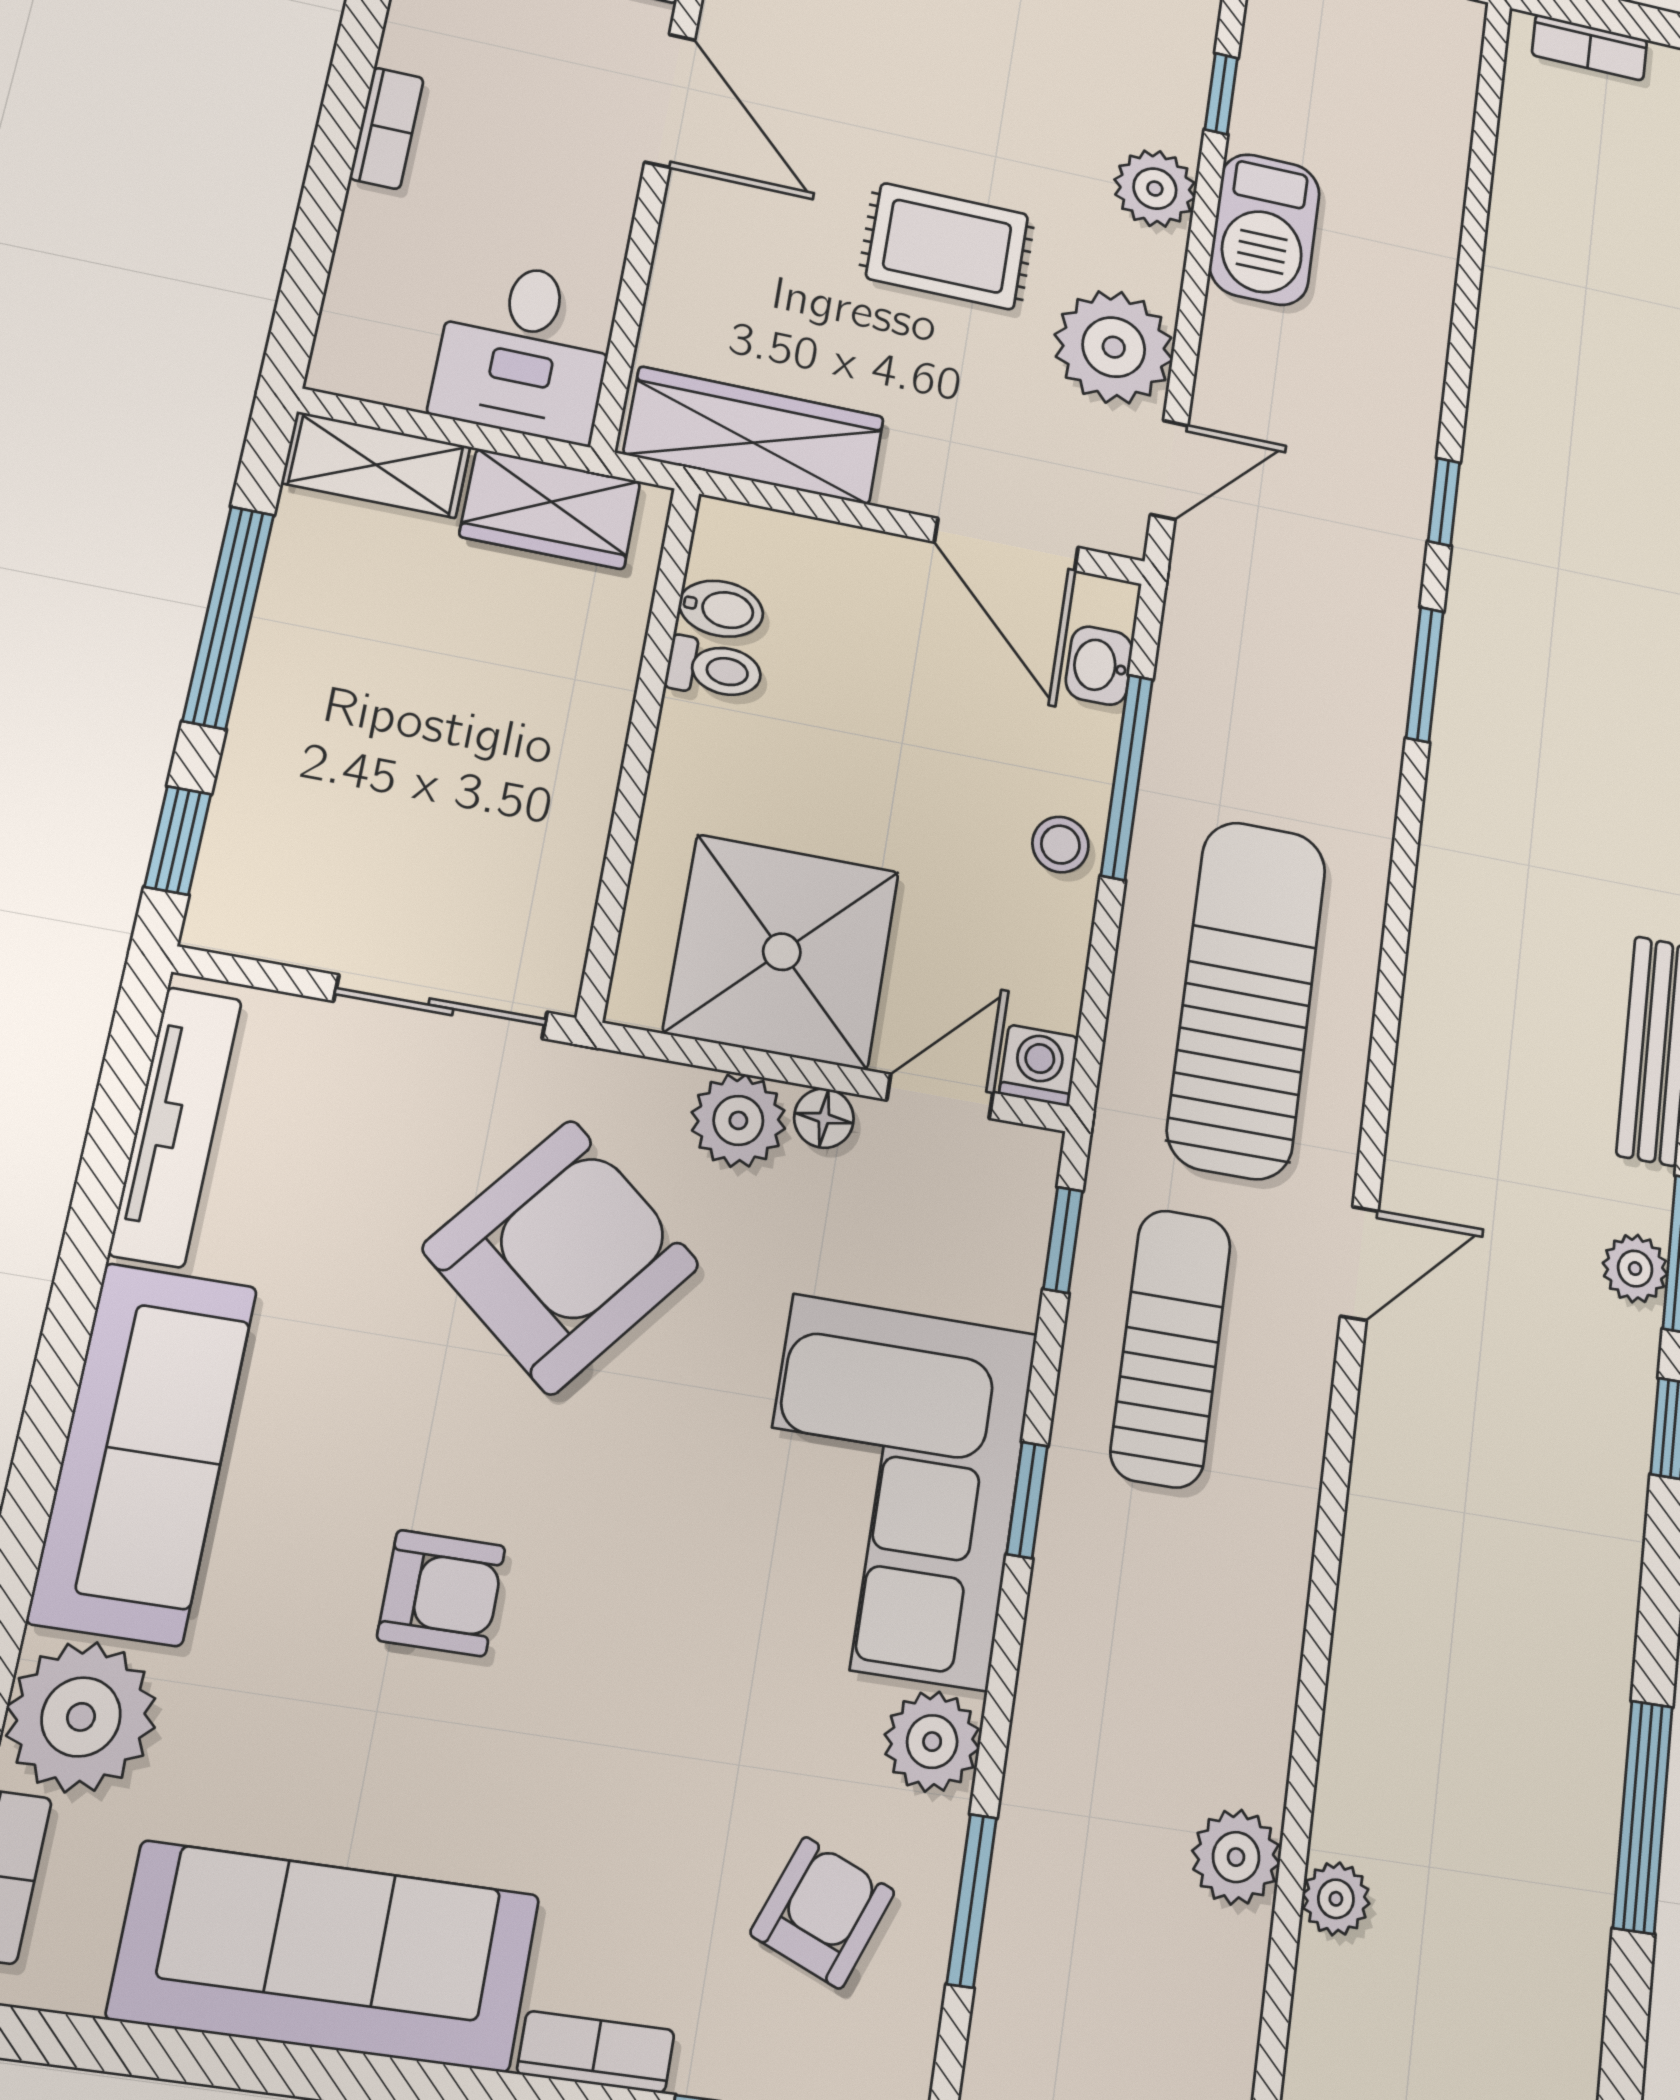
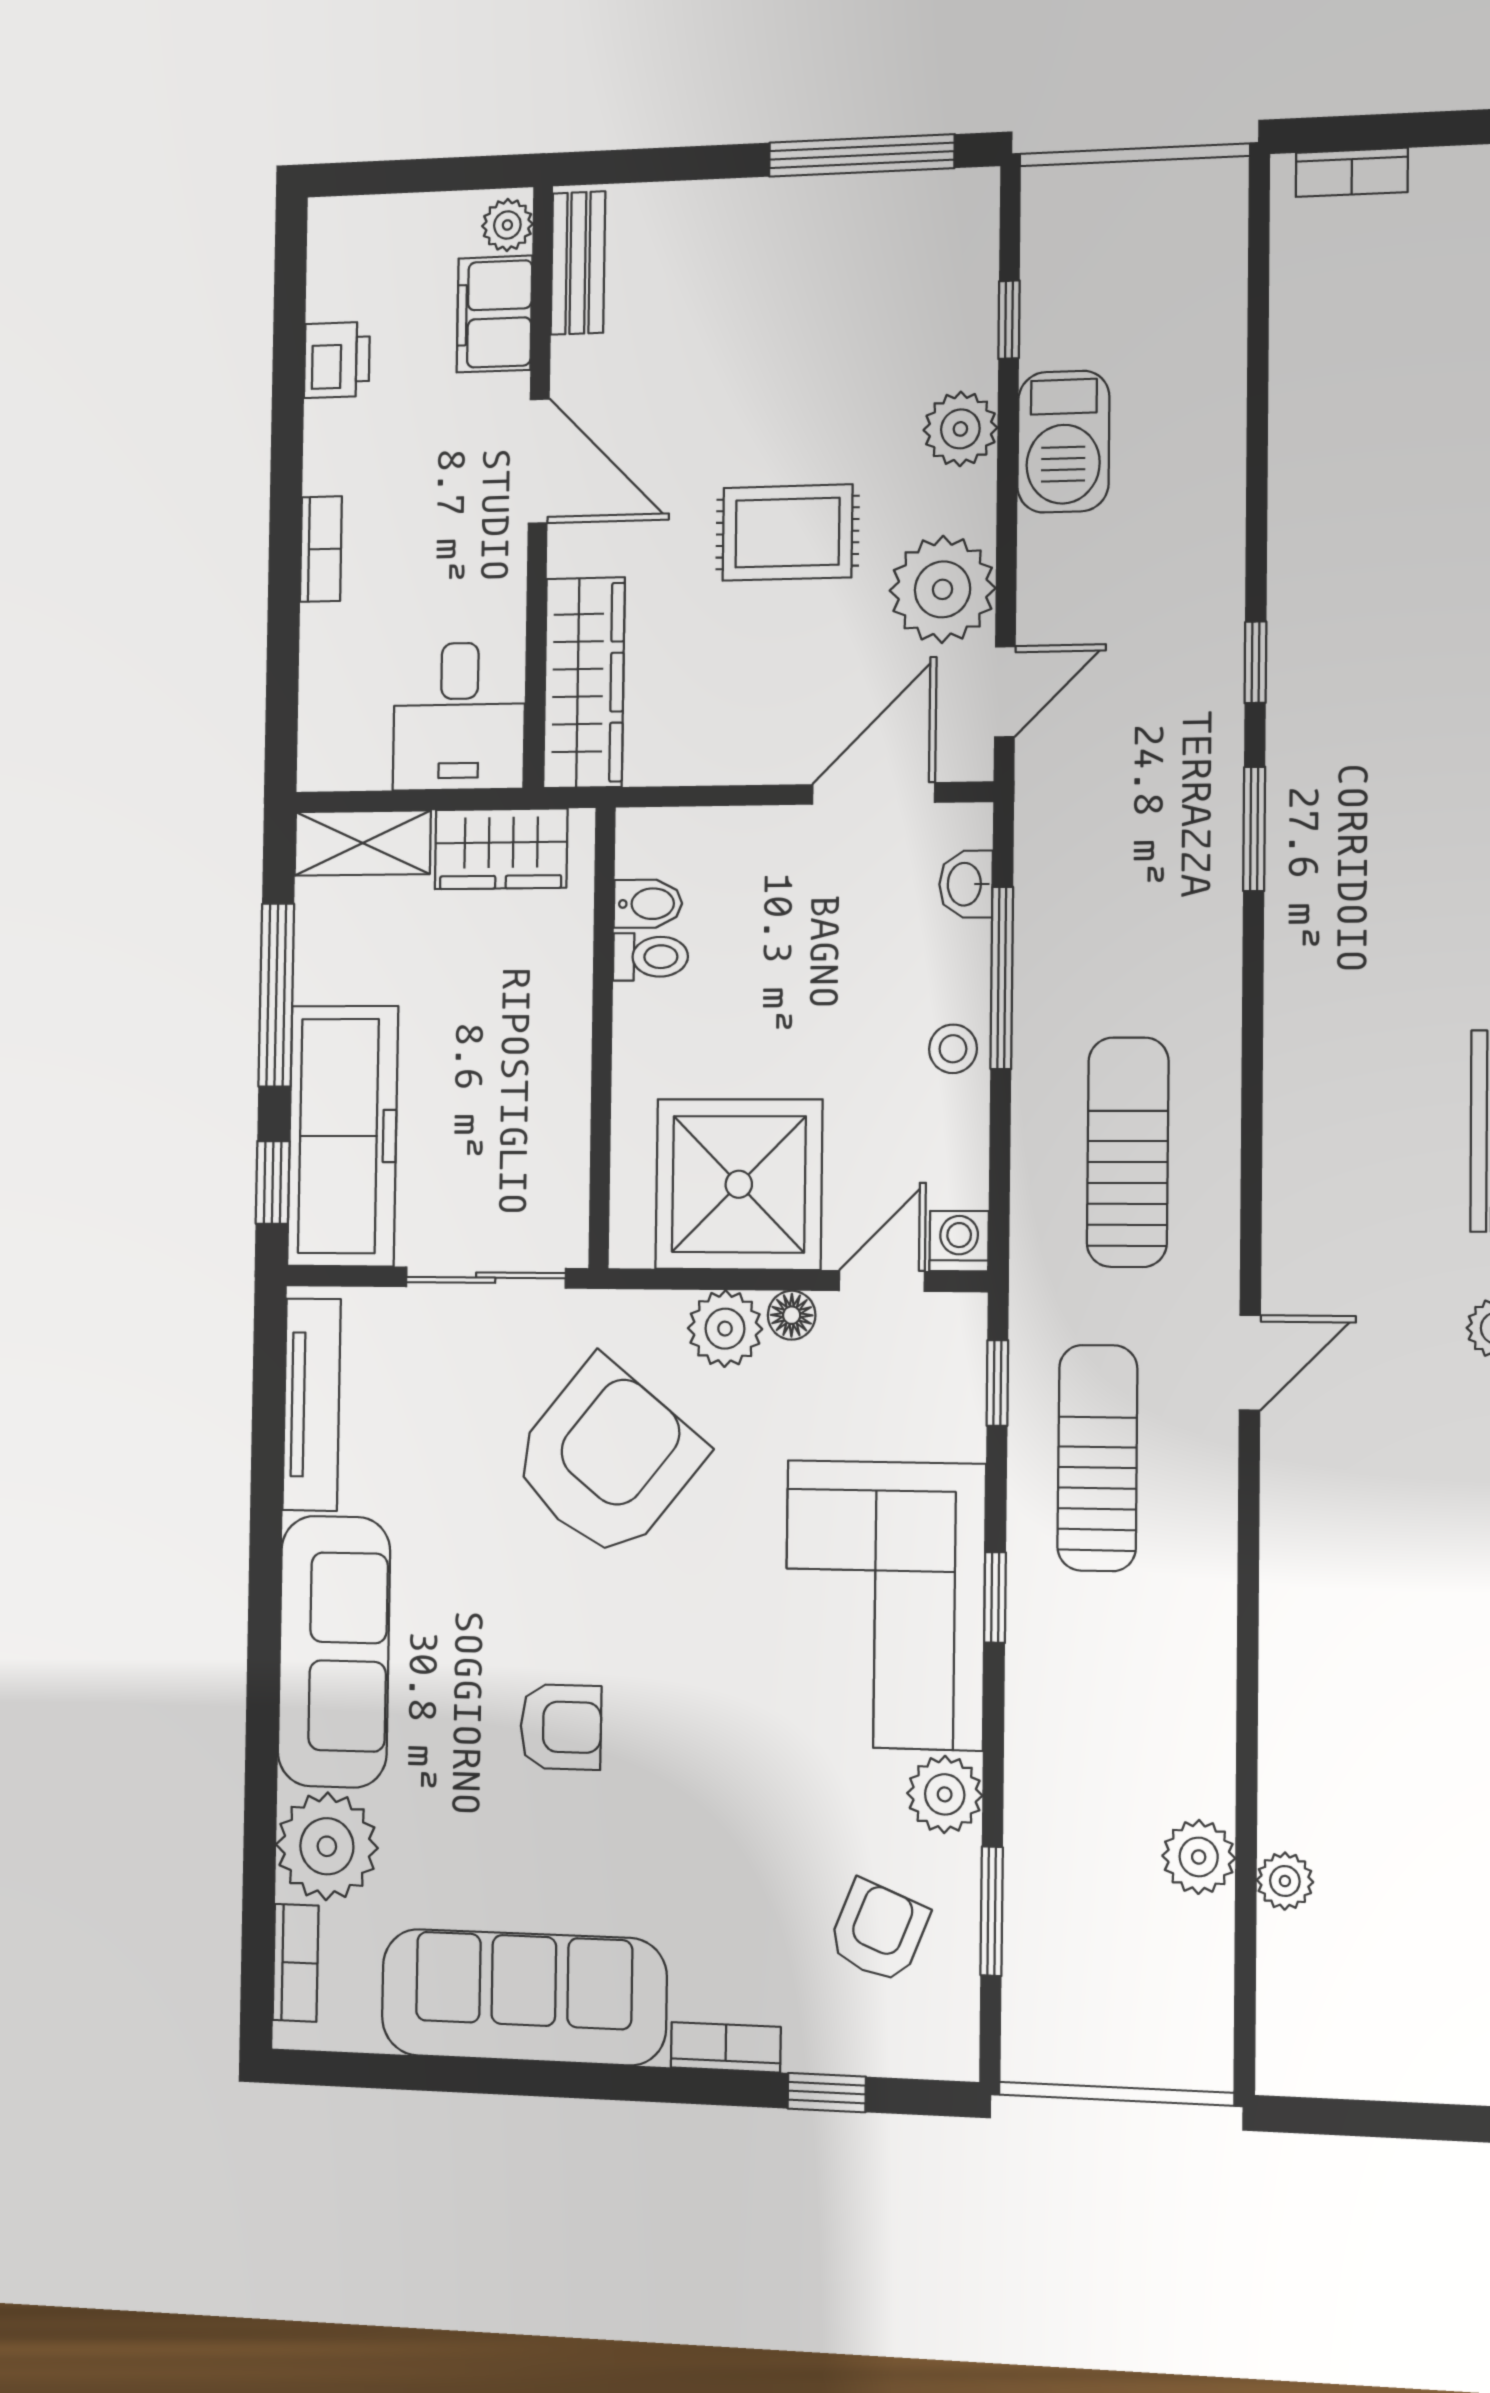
wardrobe: (754, 436) -> (584, 683), moved, turned 90
door: (1006, 545) -> (873, 793), swing flipped
freezer: (284, 801) -> (343, 1136), added
sun lounger: (1247, 999) -> (1128, 1152), width x0.73, depth x0.75

